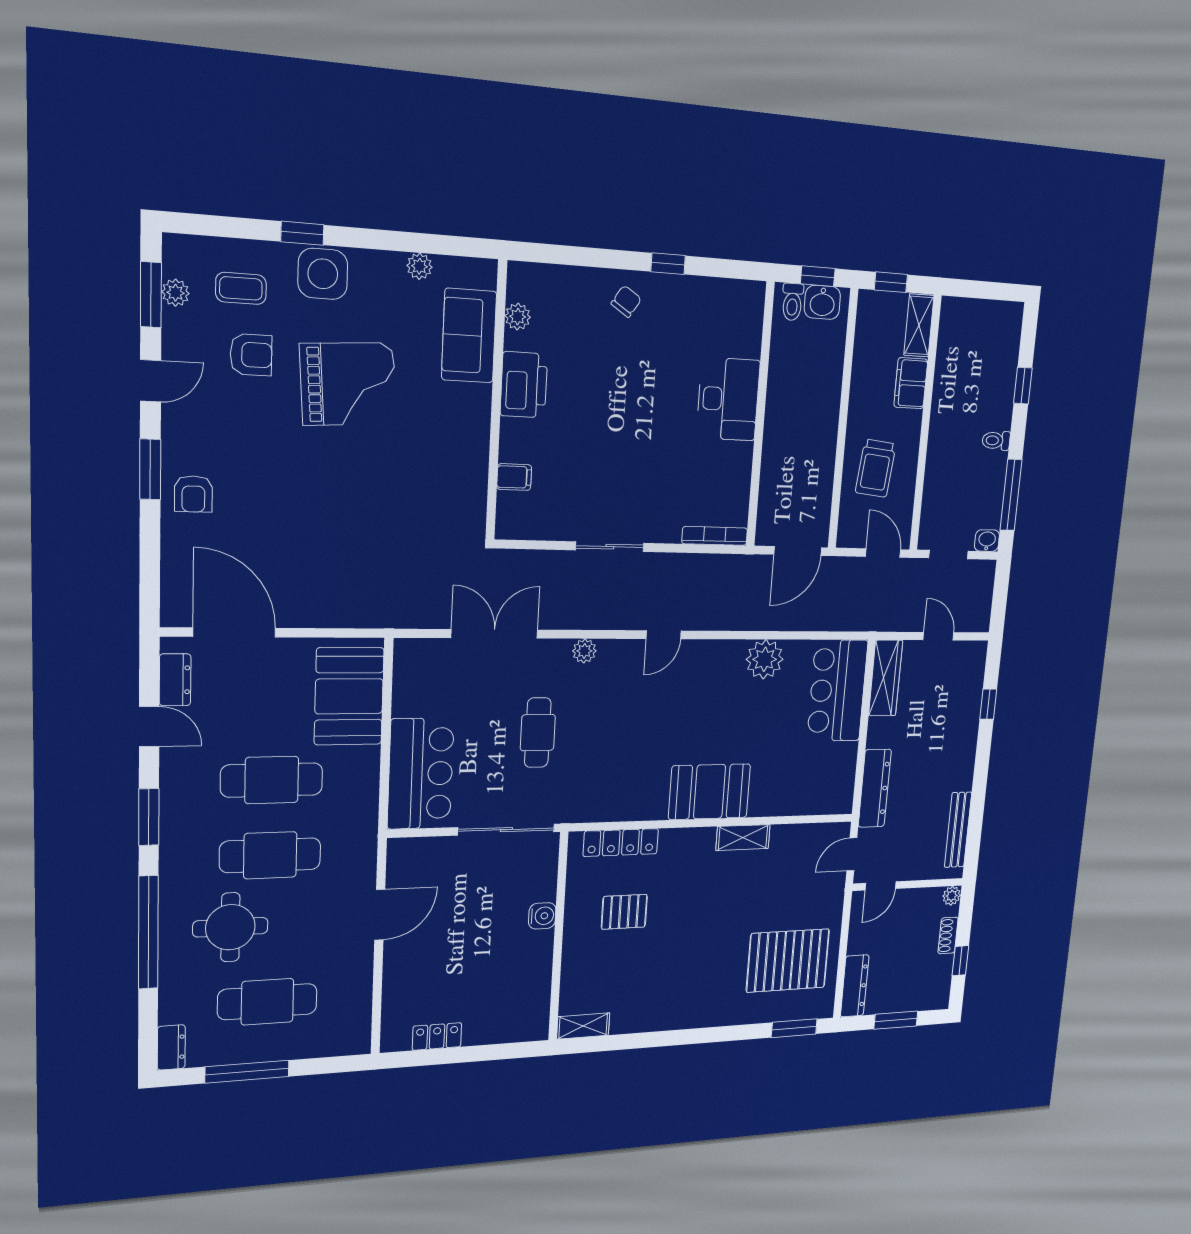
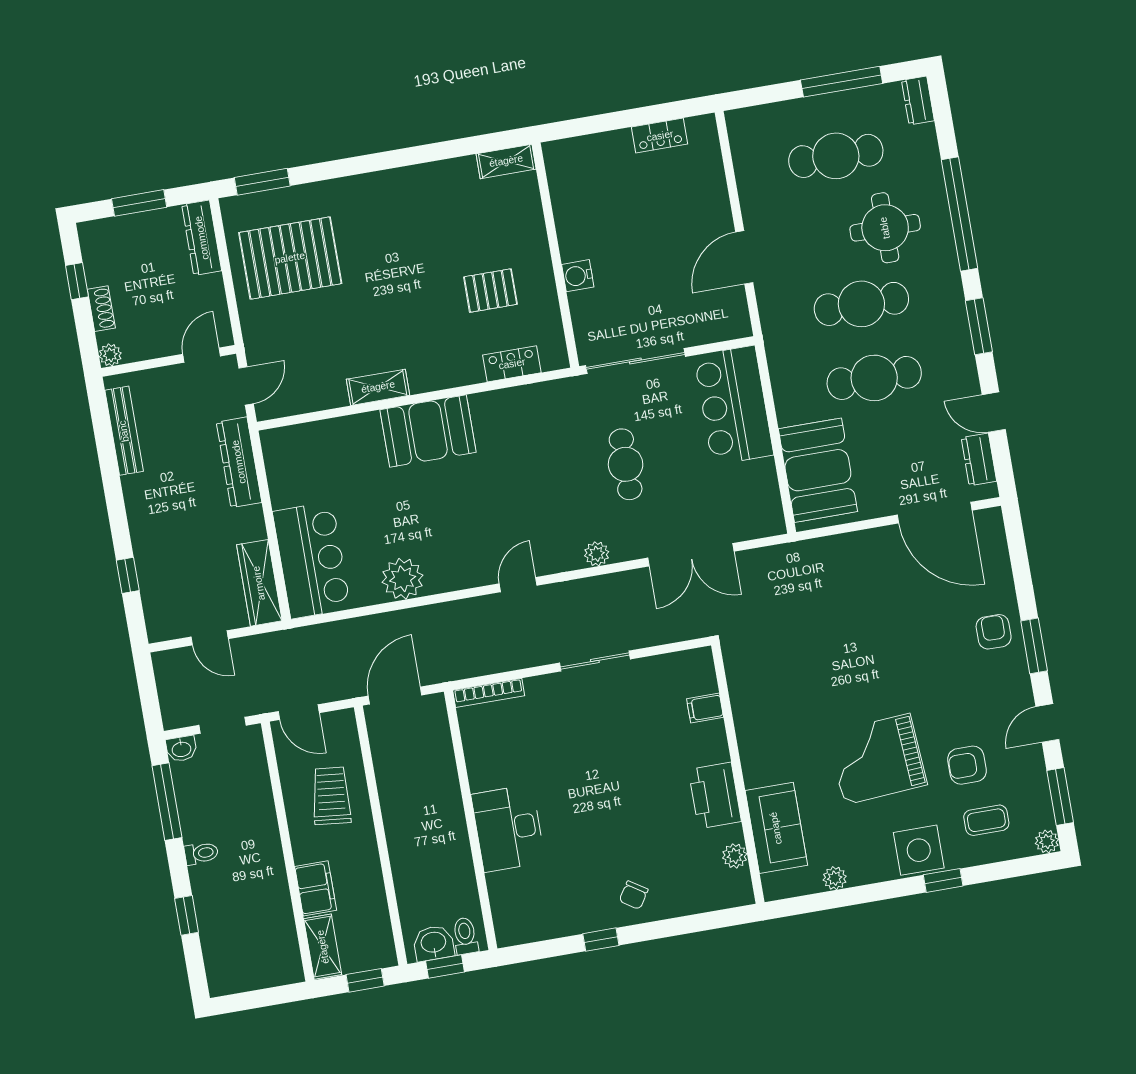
plant: (175, 293) -> (1047, 842), moved
locker: (621, 843) -> (512, 364), width x0.66

